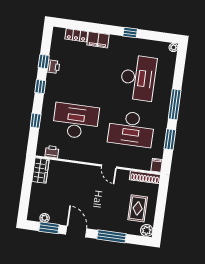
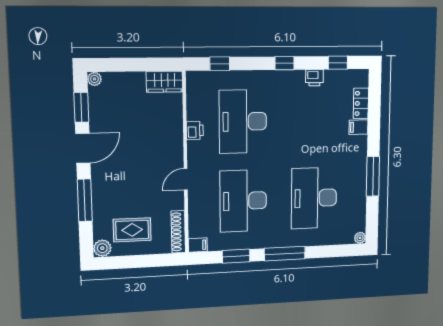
window: (130, 33) -> (373, 176), width x2.17
filing cabinet: (98, 40) -> (359, 127), width x0.50
window: (44, 61) -> (338, 63), moved
desk: (138, 78) -> (314, 198), turned 90
window: (36, 121) -> (220, 64), moved
desk: (76, 121) -> (243, 121), turned 180
printer: (52, 152) -> (195, 130), moved
plant: (45, 218) -> (94, 79), moved

